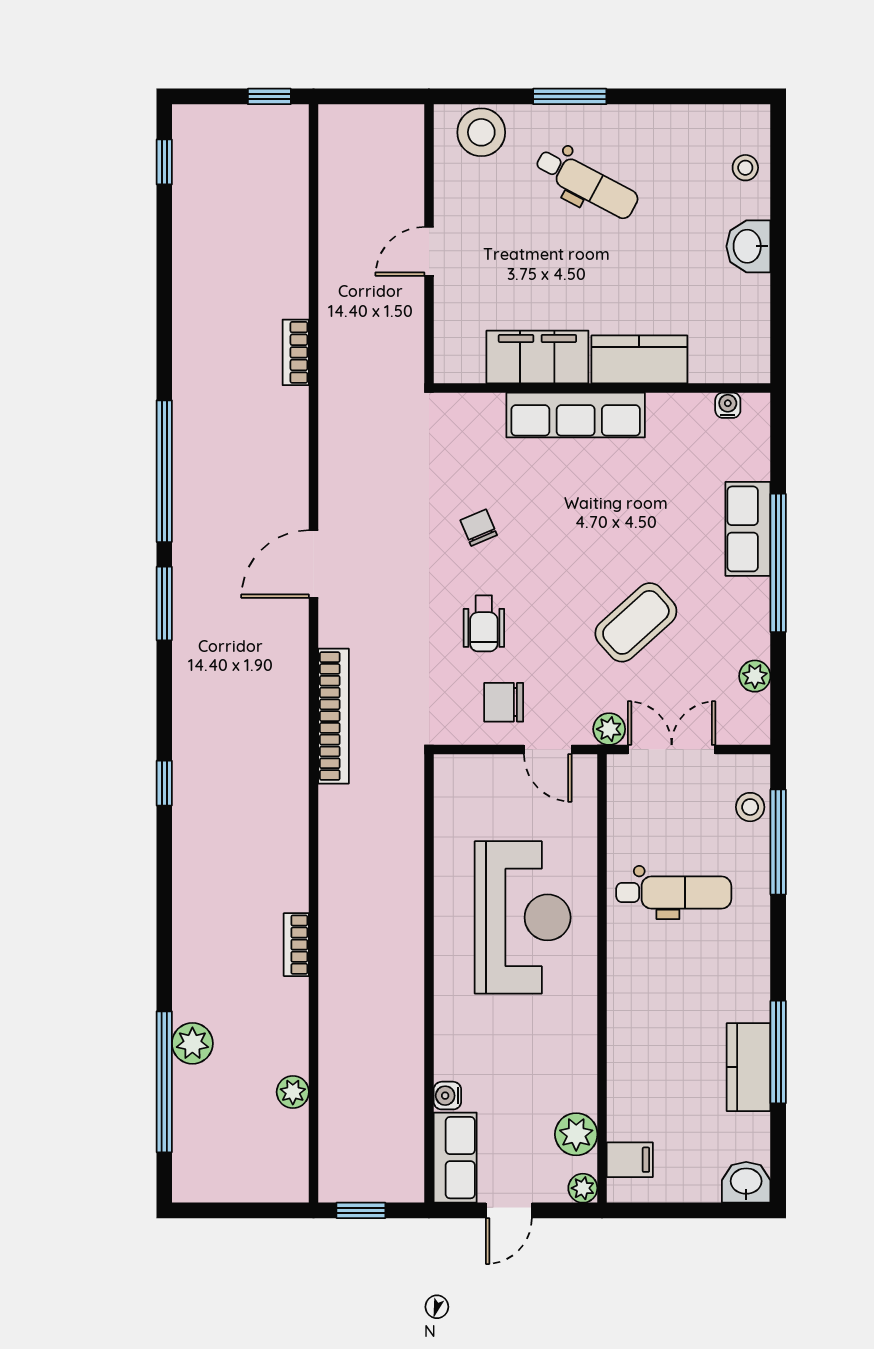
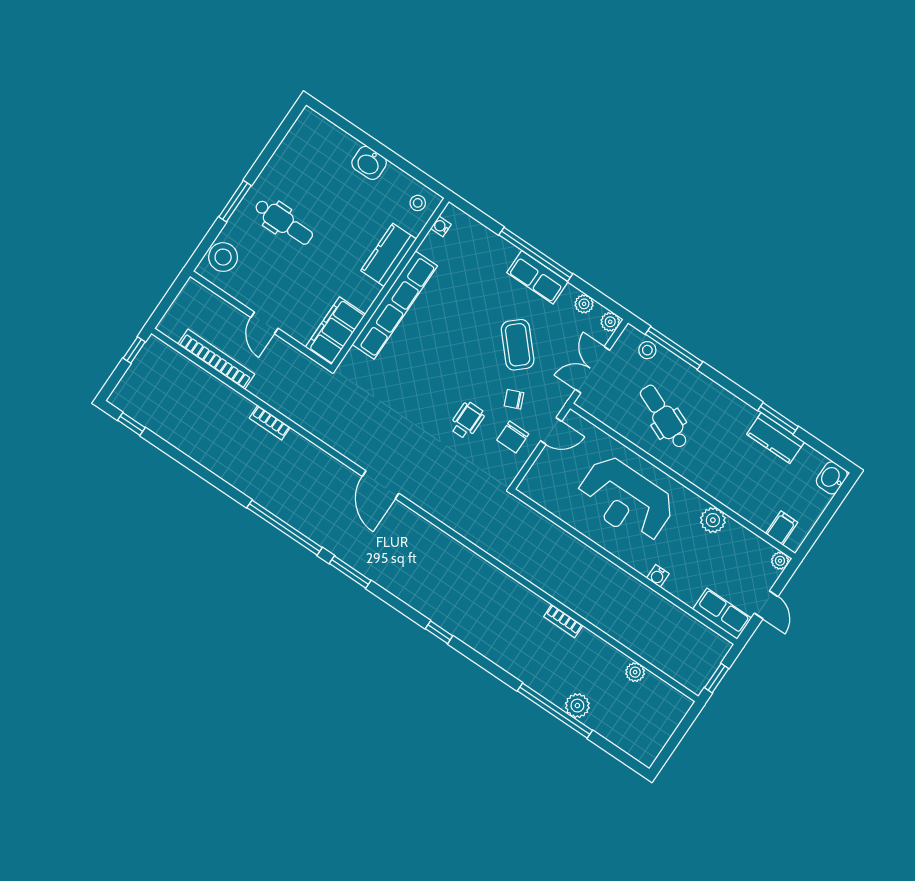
stool: (745, 168) -> (418, 203), moved
dental chair: (587, 183) -> (284, 222), turned 62
filing cabinet: (537, 357) -> (335, 331), moved
row of seats: (576, 415) -> (395, 305), width x1.36
chair: (479, 528) -> (514, 399), moved
row of seats: (748, 529) -> (537, 277), moved
wheelchair: (484, 623) -> (467, 420), turned -90
bookcase: (333, 716) -> (216, 359), moved
plant: (609, 729) -> (610, 322), moved
dental chair: (674, 892) -> (664, 417), turned -67
reception desk: (523, 917) -> (626, 500), turned 180
window: (778, 1052) -> (778, 418), width x0.69
window: (164, 1082) -> (555, 711), moved
water cooler: (447, 1096) -> (658, 576), moved
plant: (576, 1134) -> (713, 520), moved

